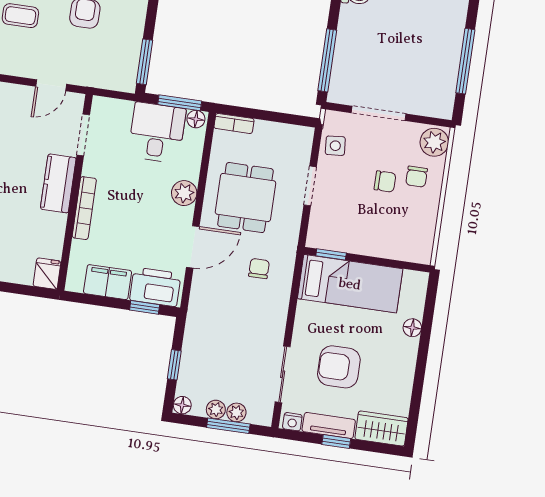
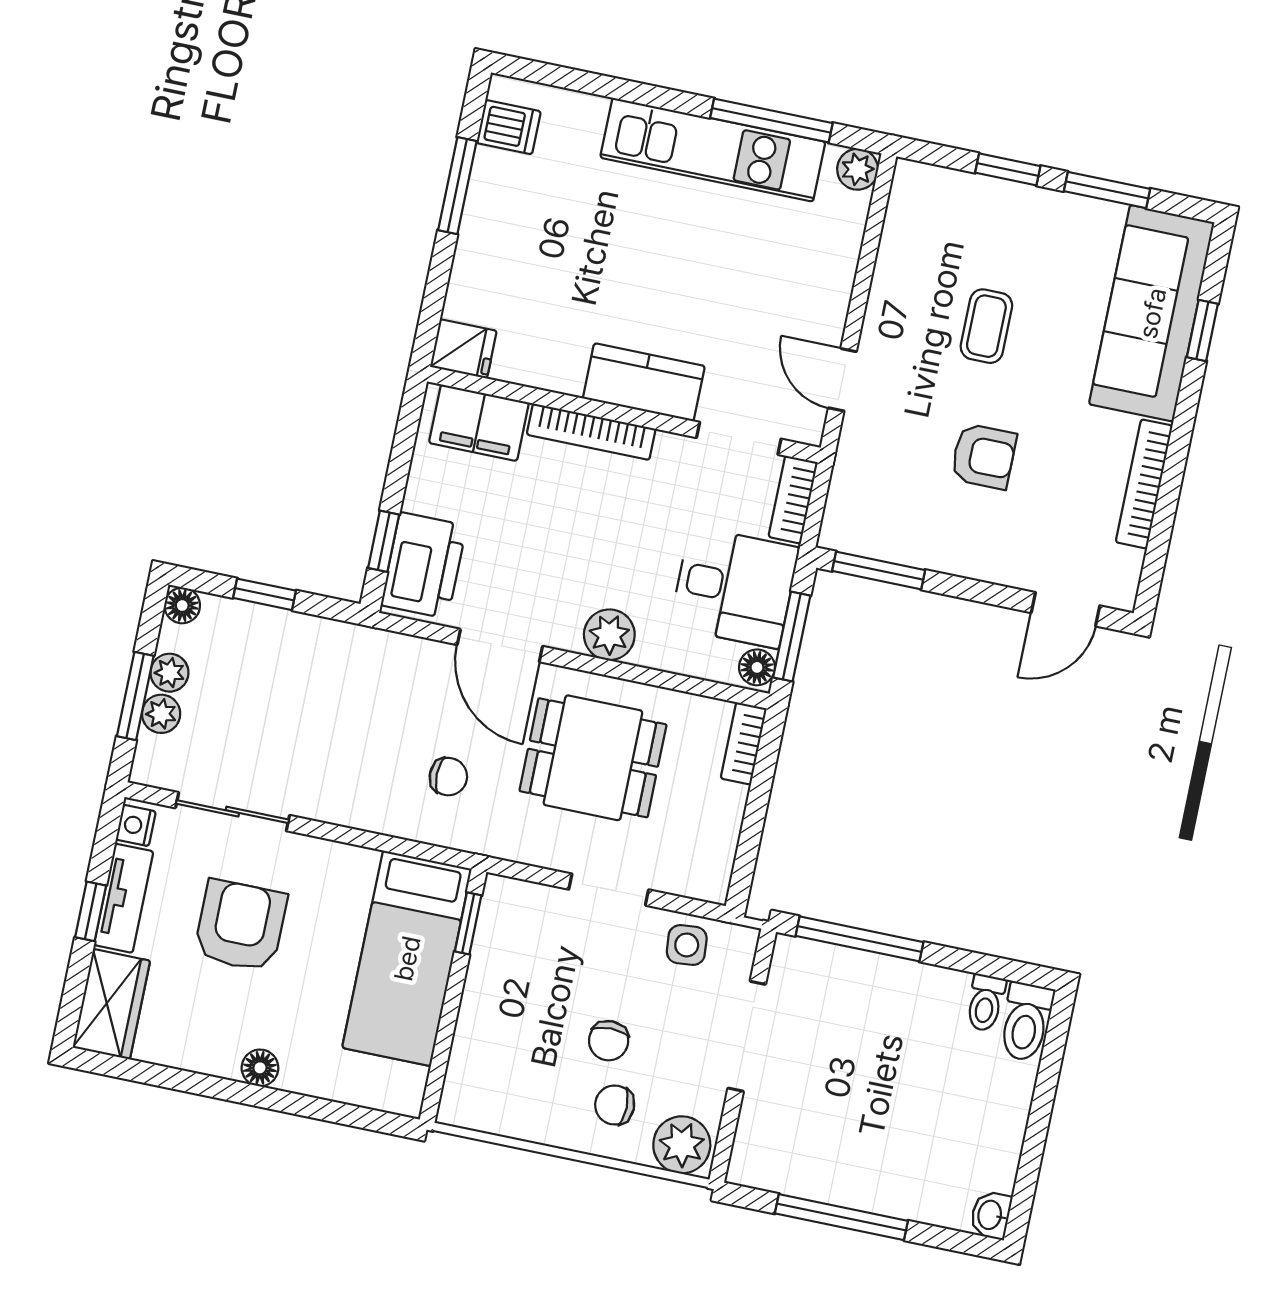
bookcase: (112, 106) -> (793, 500), added
filing cabinet: (108, 282) -> (479, 423), moved, turned 90
floor lamp: (412, 328) -> (260, 1068), moved

